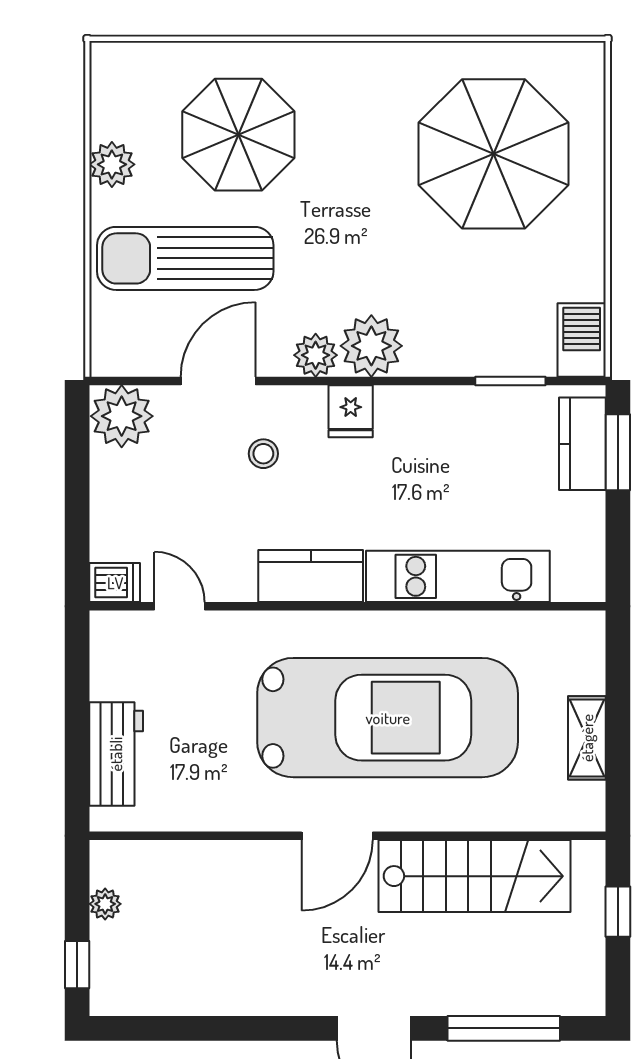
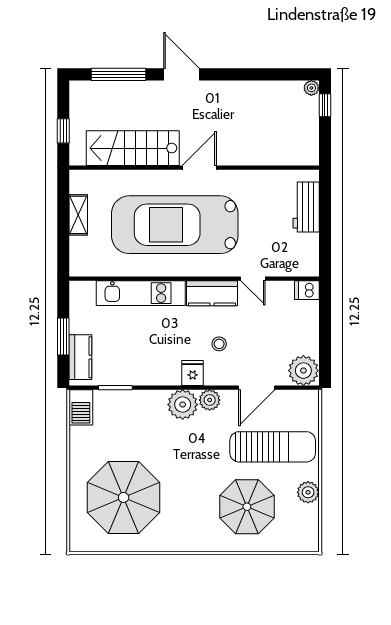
window: (618, 452) -> (63, 337), moved
stool: (263, 454) -> (219, 344), moved
door: (180, 606) -> (253, 279), moved
plant: (105, 904) -> (311, 88), moved

